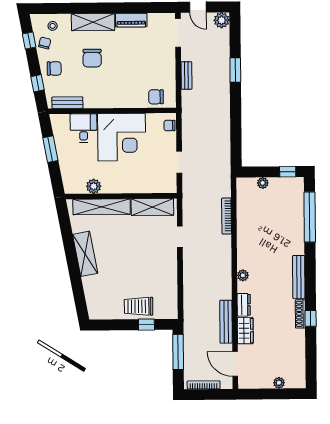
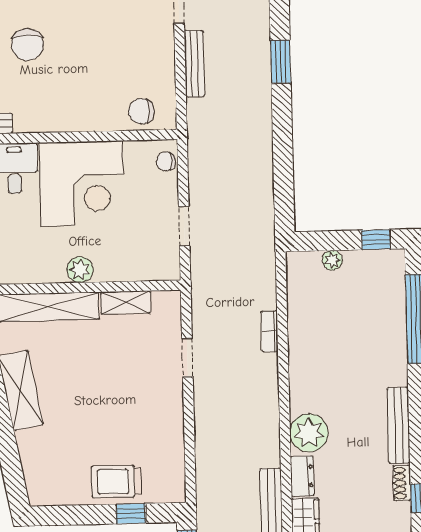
bench: (186, 75) -> (194, 64), width x1.36
plant: (94, 186) -> (80, 270), moved
shelving: (152, 207) -> (126, 302), width x0.67, depth x0.75
bookcase: (226, 216) -> (269, 331), width x0.64
plant: (243, 275) -> (309, 433), width x1.88, depth x1.88
shoe rack: (300, 314) -> (402, 483), width x0.70

